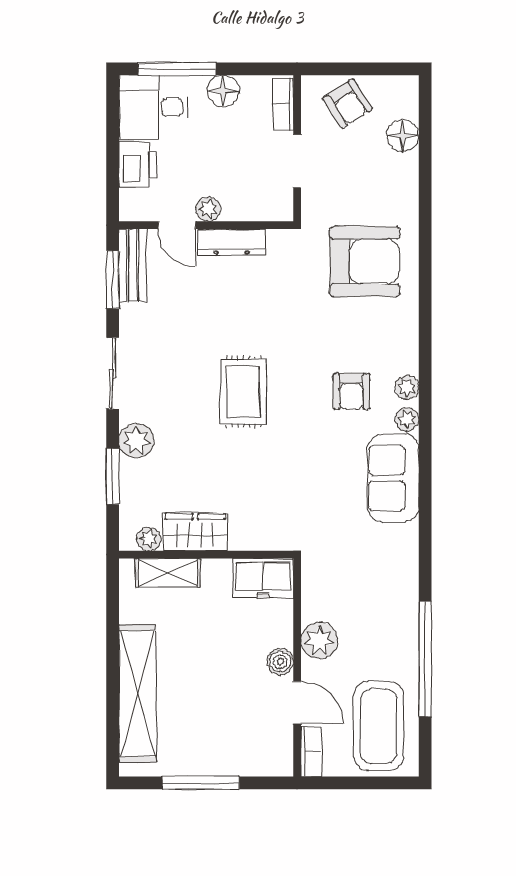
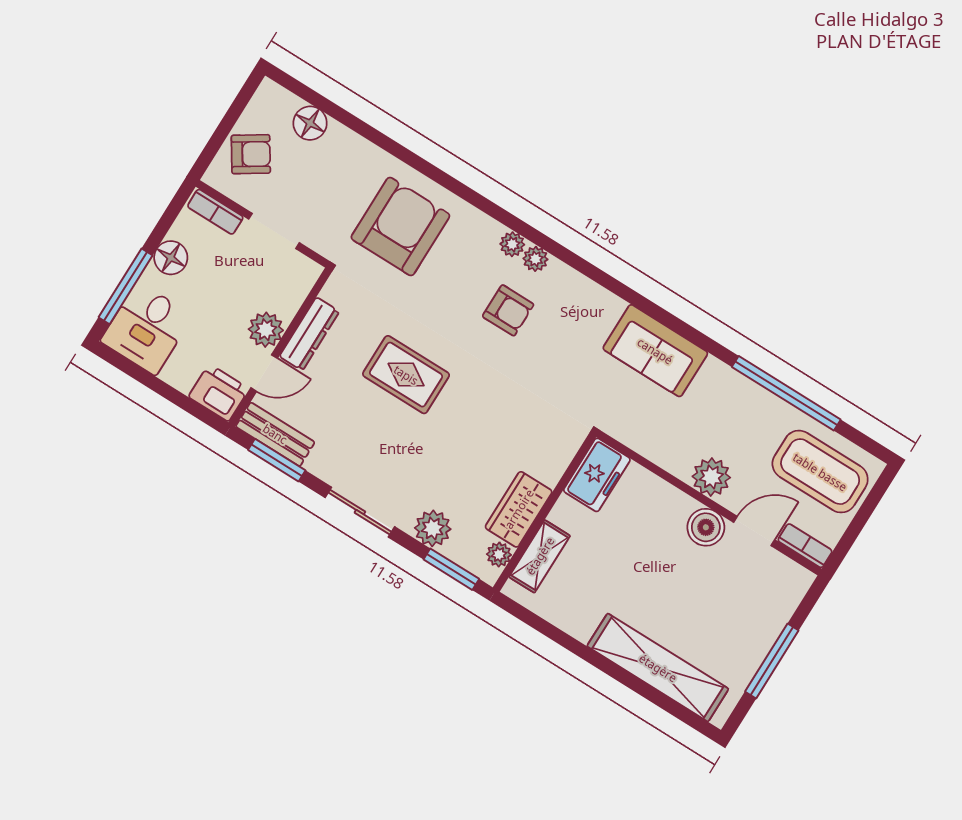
printer: (138, 165) -> (219, 393), moved
plant: (208, 209) -> (266, 330), width x1.38, depth x1.38
rug: (243, 392) -> (406, 375), moved
plant: (407, 419) -> (512, 244), moved
sofa: (393, 478) -> (655, 351), moved
wardrobe: (195, 532) -> (519, 509), moved
plant: (149, 539) -> (499, 554), moved
wall: (206, 555) -> (545, 512), moved
shelving: (168, 573) -> (540, 556), moved
freezer: (263, 578) -> (597, 475), moved
boiler: (280, 662) -> (706, 527), width x1.36, depth x1.36

